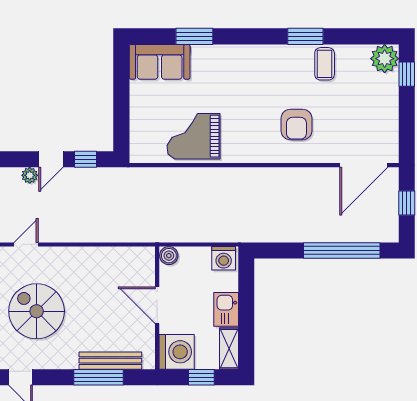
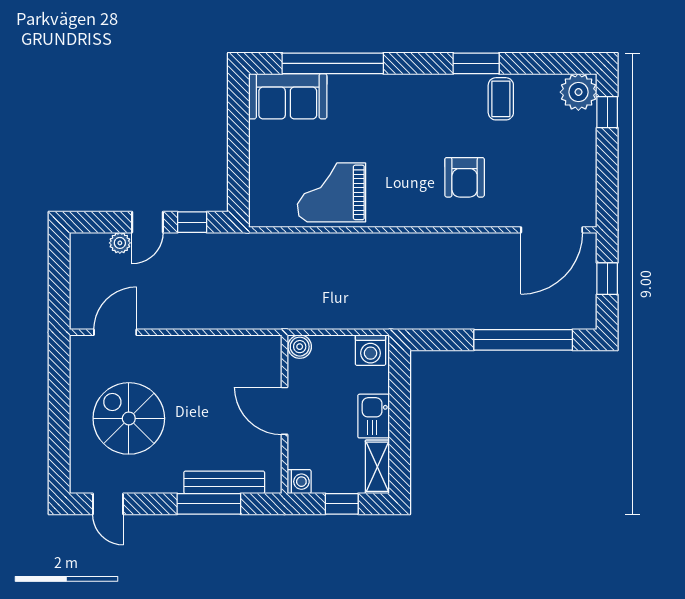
window: (194, 36) -> (333, 63), width x2.11
door: (26, 244) -> (115, 332), width x1.37
washing machine: (177, 352) -> (299, 482), width x0.53, depth x0.53

